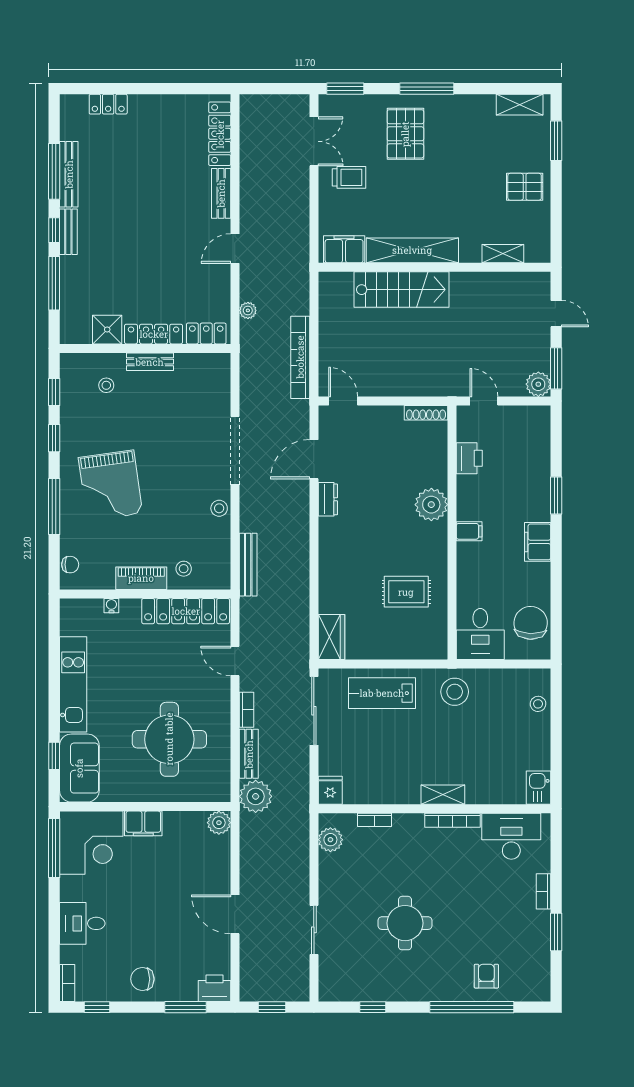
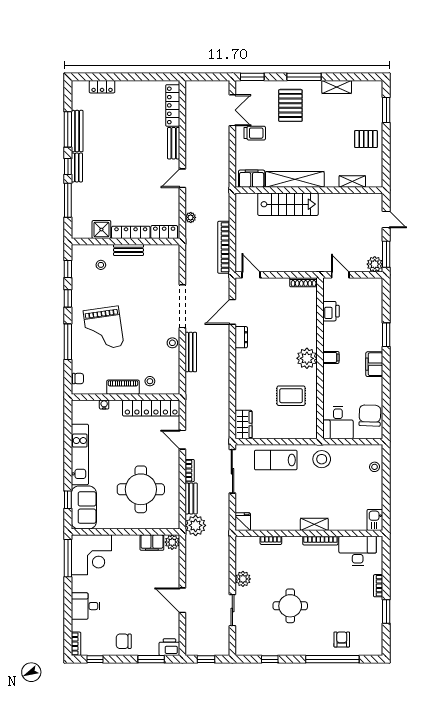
shelving: (520, 105) -> (337, 87), moved
plant: (431, 505) -> (307, 358), moved
bench: (248, 565) -> (191, 352), moved
filing cabinet: (143, 823) -> (152, 543), moved
plant: (330, 840) -> (243, 579), moved

